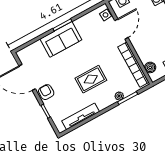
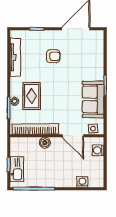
sofa: (61, 39) -> (93, 99), moved
boiler: (150, 67) -> (45, 143), moved
rug: (91, 79) -> (32, 96), moved
armchair: (46, 92) -> (53, 56), moved

